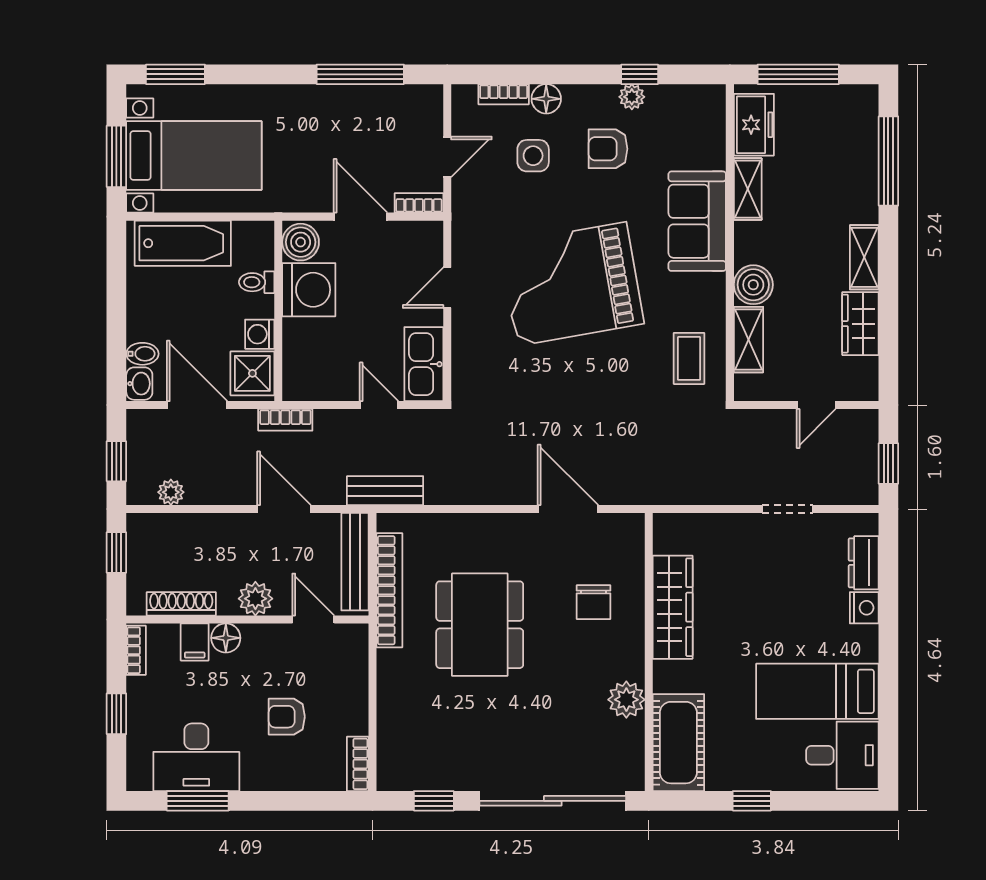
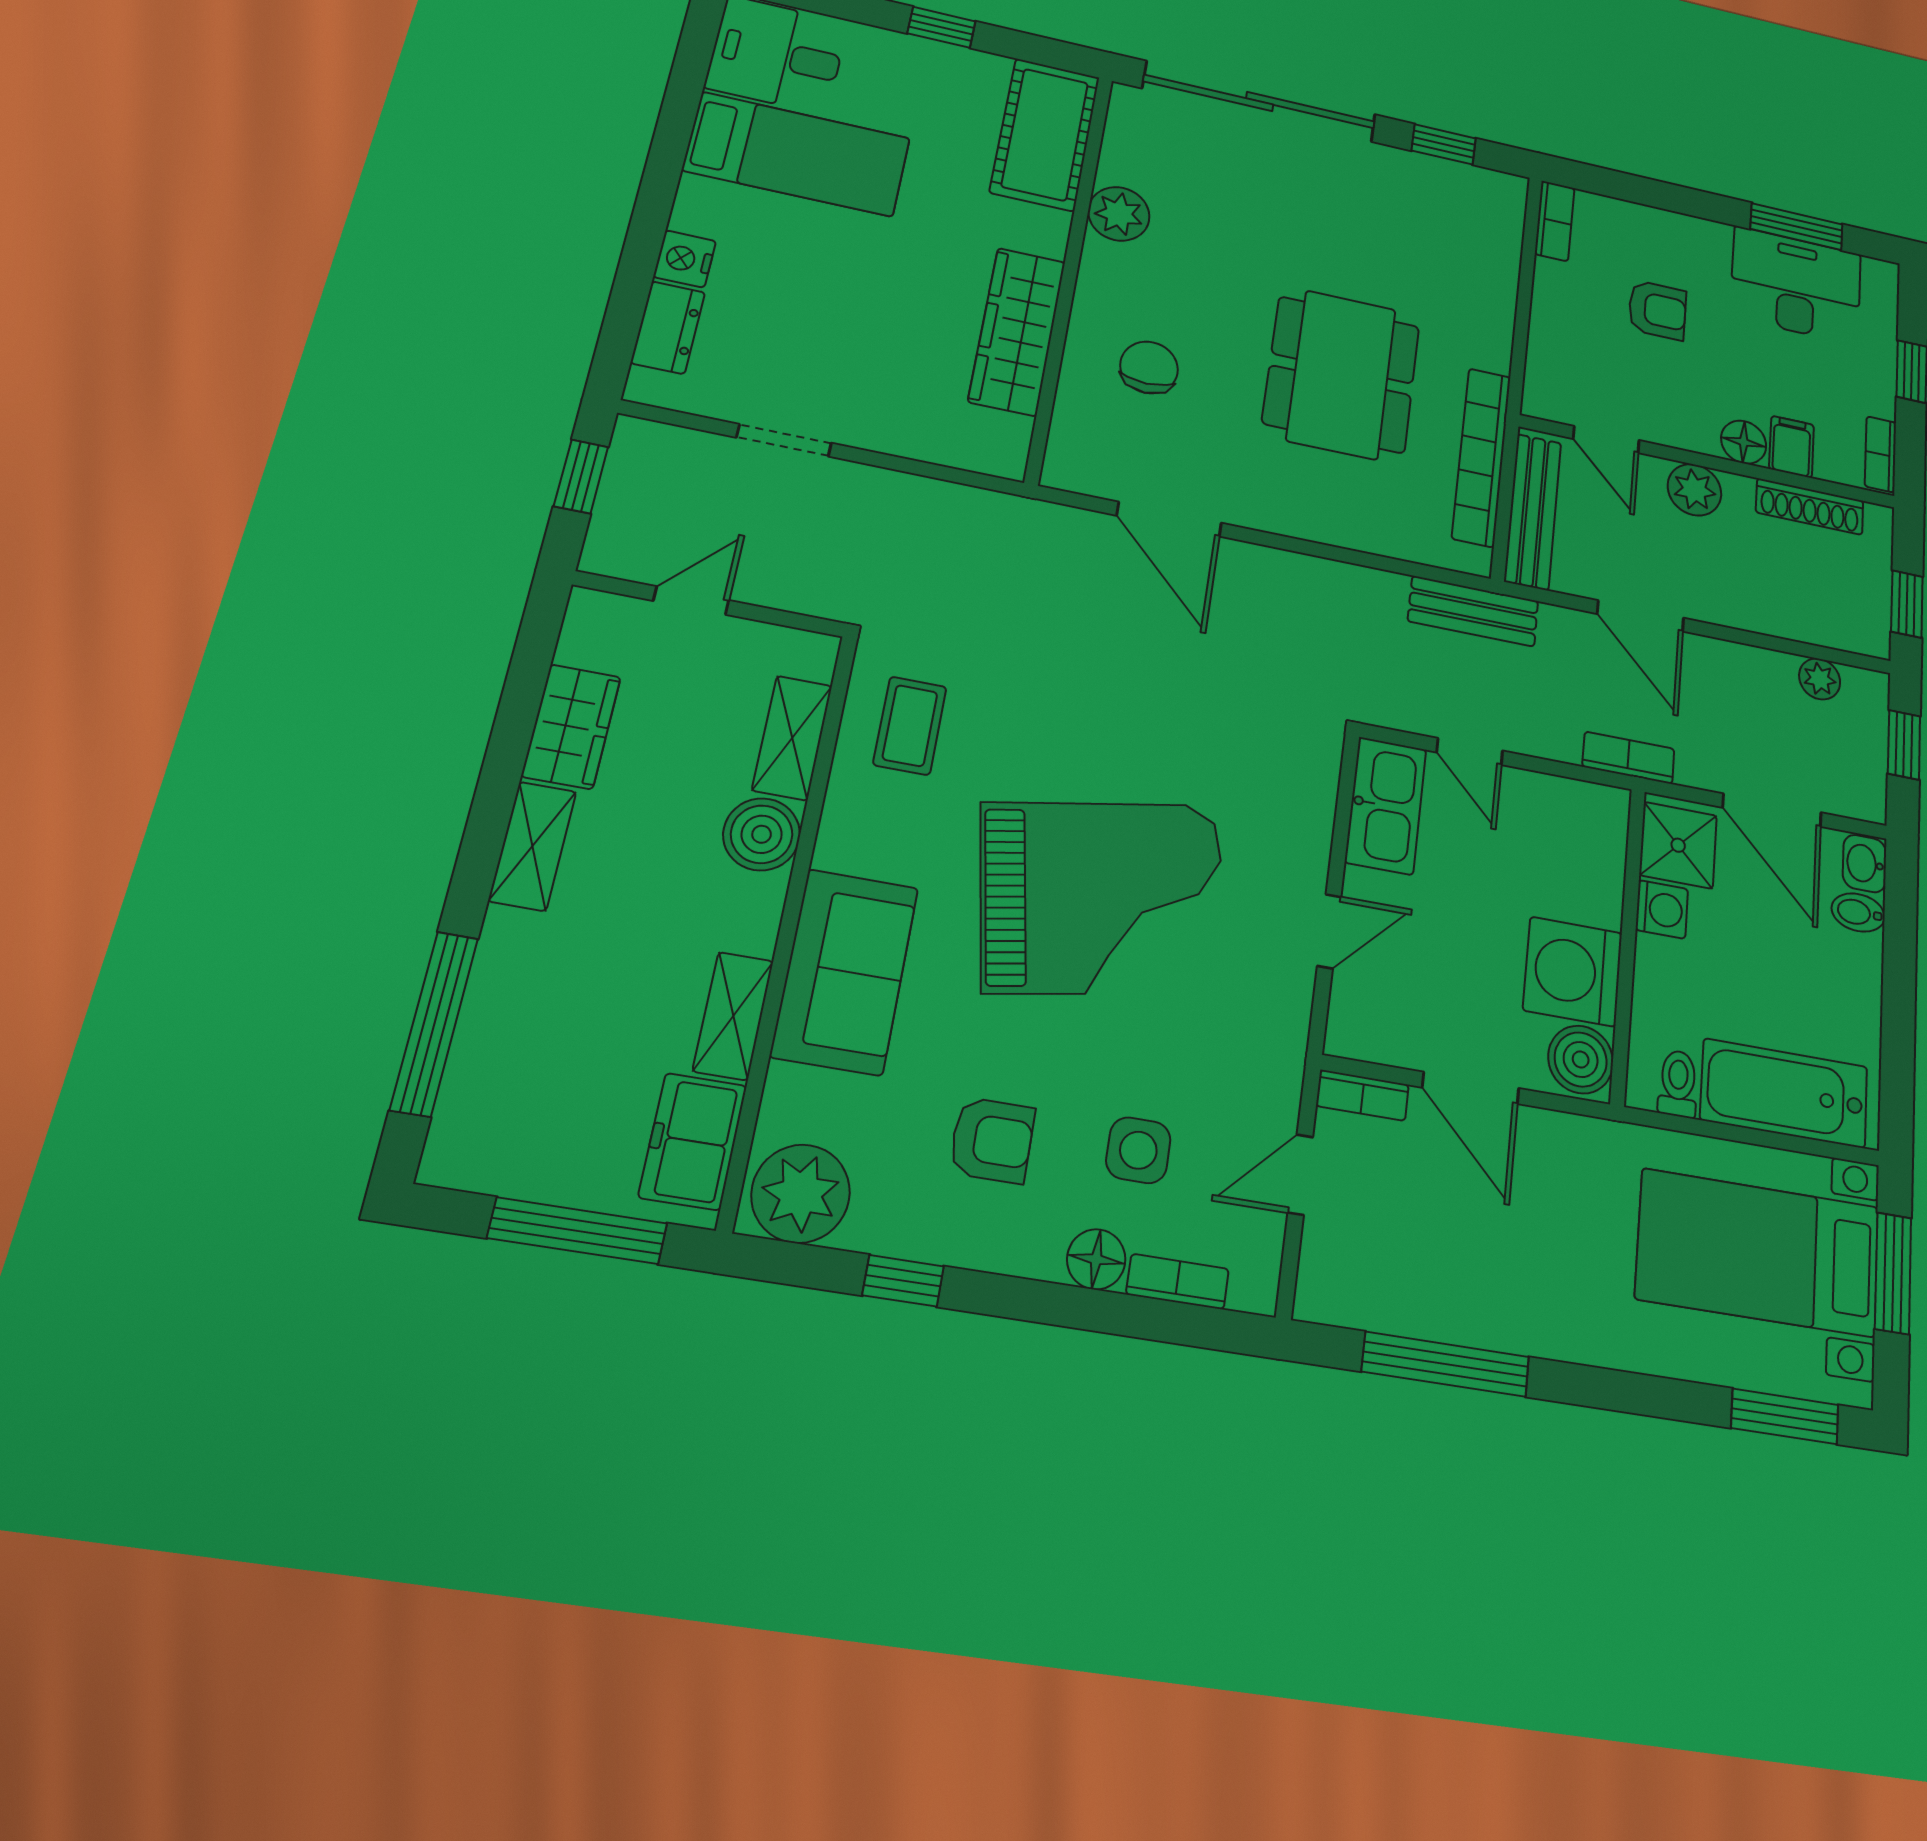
plant: (632, 97) -> (801, 1194), moved, width x1.88, depth x1.88
toilet: (257, 282) -> (1678, 1084), moved, turned -90

